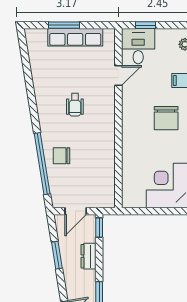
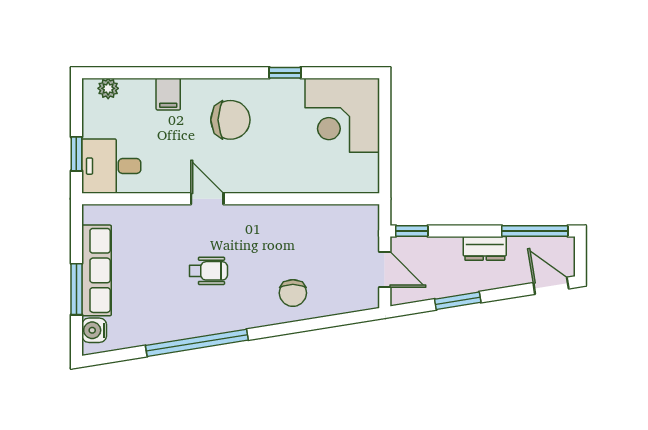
water cooler: (39, 36) -> (94, 330), added
door: (118, 76) -> (207, 199), moved
window: (42, 164) -> (197, 343), moved
dresser: (89, 256) -> (485, 248), moved

